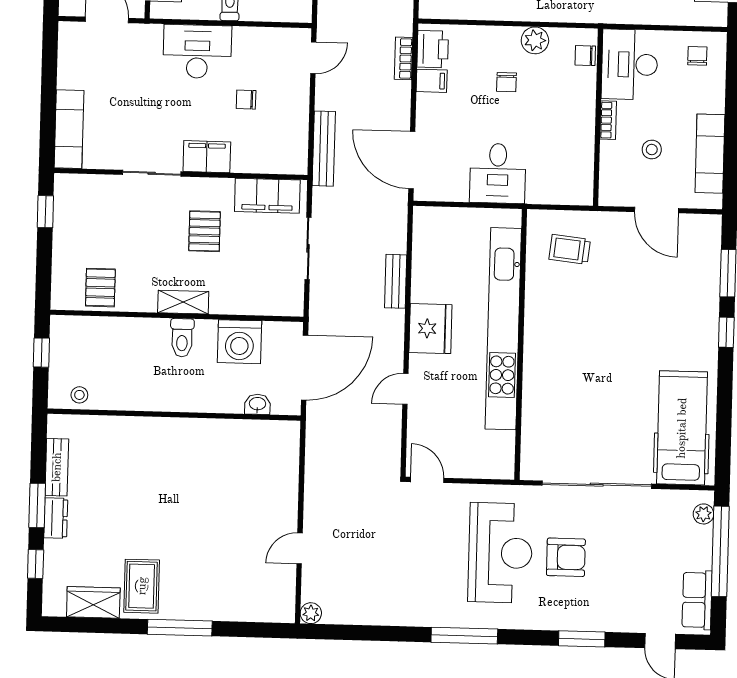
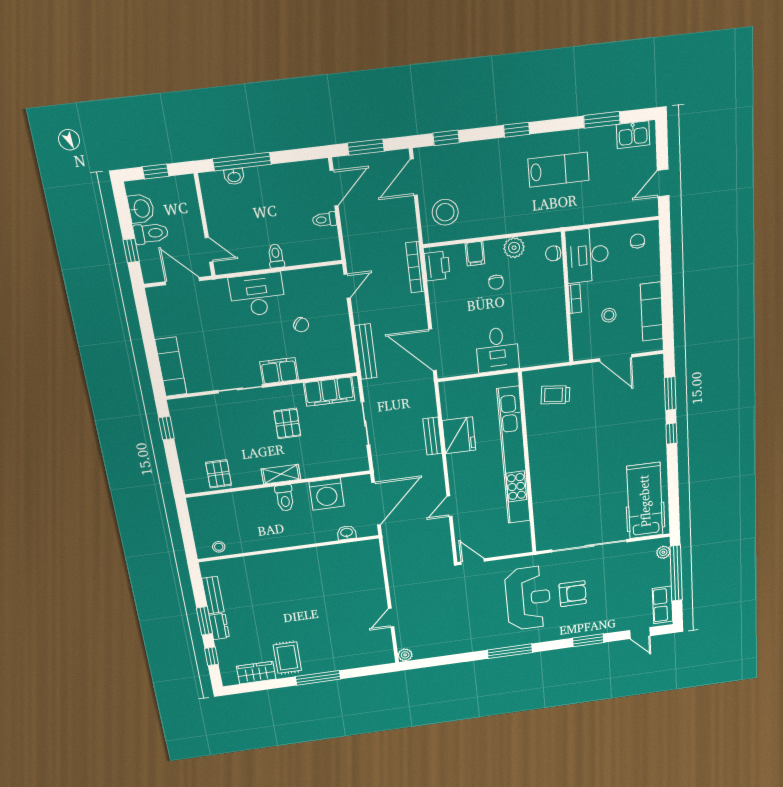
bookcase: (404, 58) -> (415, 267), width x1.56
filing cabinet: (432, 81) -> (475, 254), moved, turned 90
chair: (246, 100) -> (301, 325), turned -140
fridge: (430, 329) -> (459, 435), moved
window: (41, 353) -> (185, 524), removed

